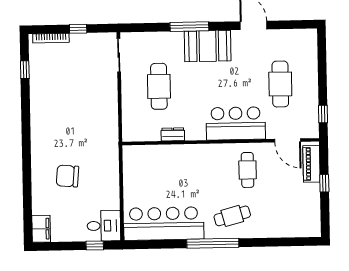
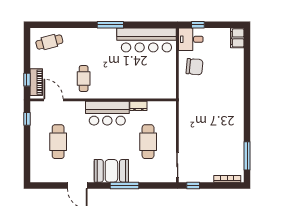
window: (78, 29) -> (193, 185), moved
window: (25, 70) -> (247, 156), width x2.17
bar counter: (236, 123) -> (107, 113), moved
chair: (67, 176) -> (195, 67), moved
window: (324, 183) -> (27, 80), moved
cafe table: (232, 216) -> (49, 42), moved
window: (213, 243) -> (110, 25), width x0.68

